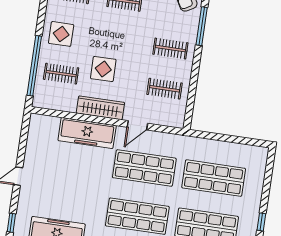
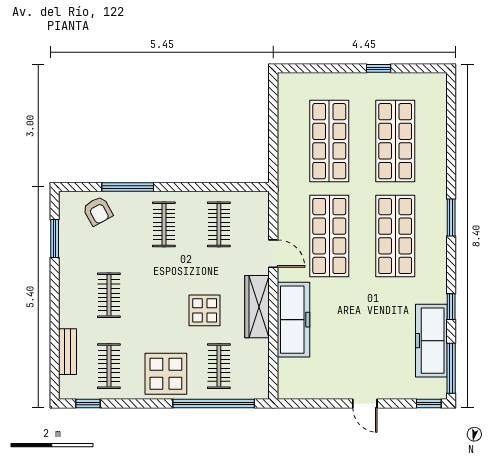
display table: (61, 34) -> (166, 374), width x1.36, depth x1.36

